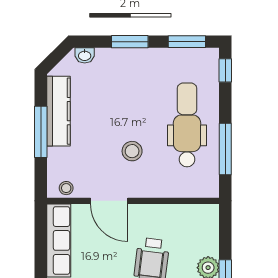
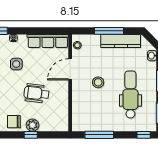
dental chair: (187, 125) -> (130, 95), moved, turned -90

